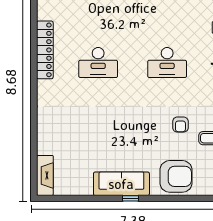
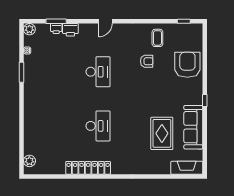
rug: (89, 144) -> (162, 133), added
sofa: (121, 184) -> (193, 127), moved

